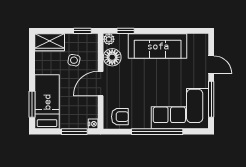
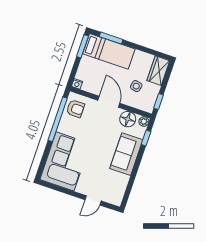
sofa: (158, 46) -> (126, 154), width x0.73
window: (211, 99) -> (64, 190), removed
armchair: (120, 117) -> (75, 109), turned -90
window: (74, 132) -> (83, 46), moved
window: (157, 132) -> (58, 119), moved

